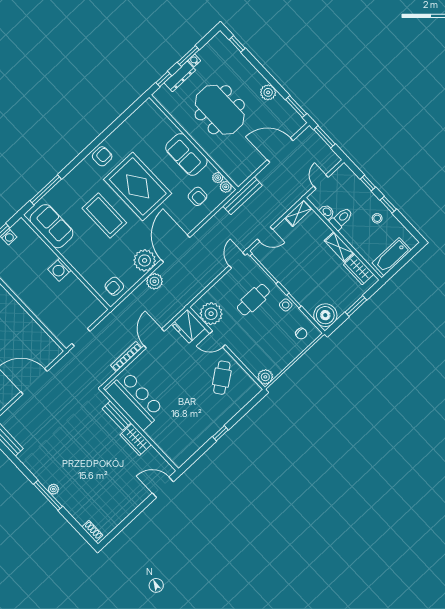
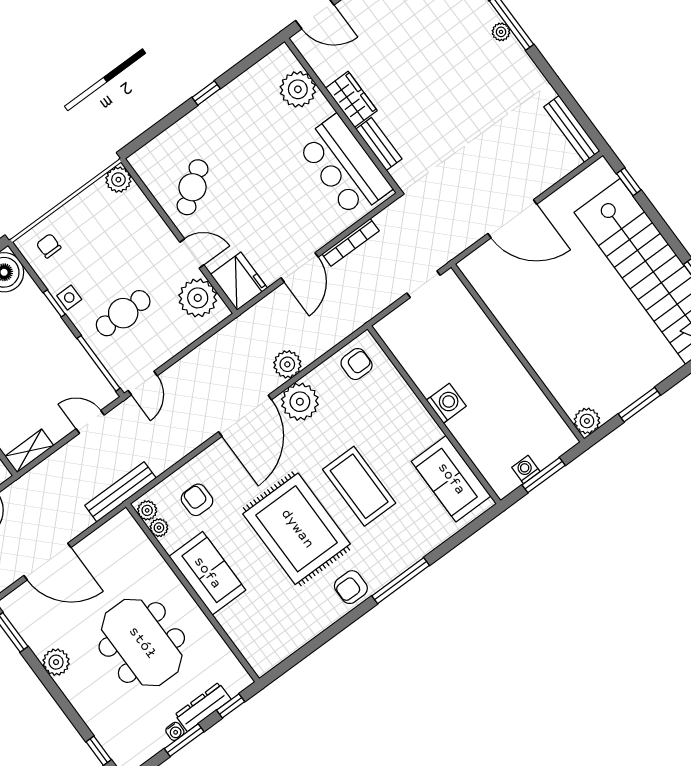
window: (46, 190) -> (401, 581), moved
plant: (167, 442) -> (298, 89), added

